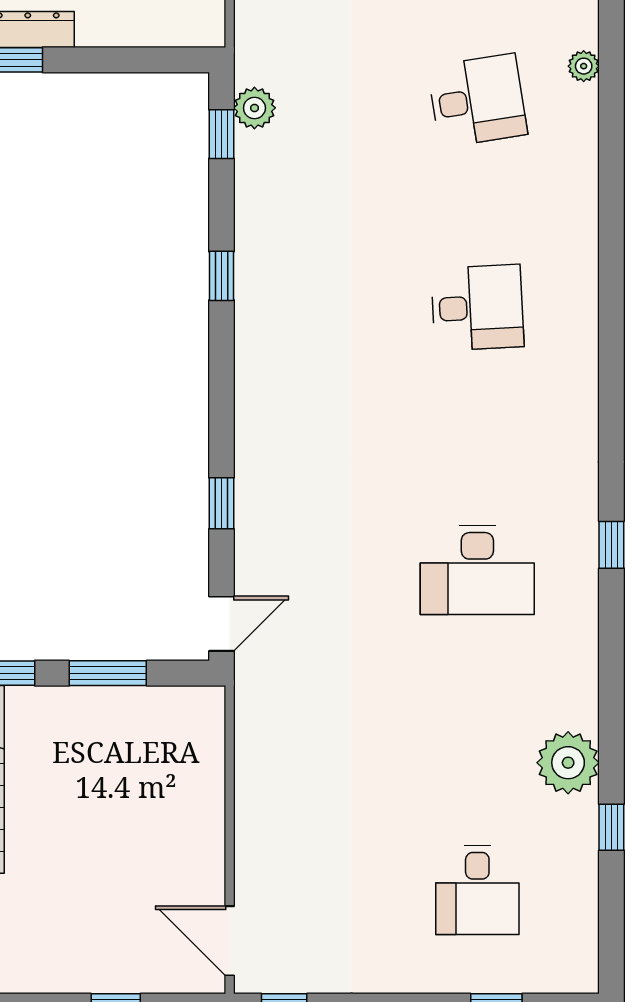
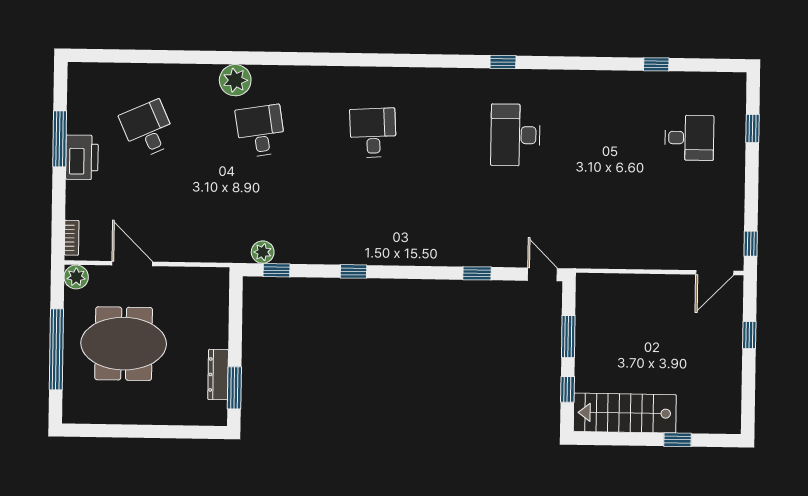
plant: (584, 66) -> (235, 80), width x1.88, depth x1.88
desk: (477, 570) -> (515, 135), turned 180
plant: (568, 763) -> (621, 87), removed

